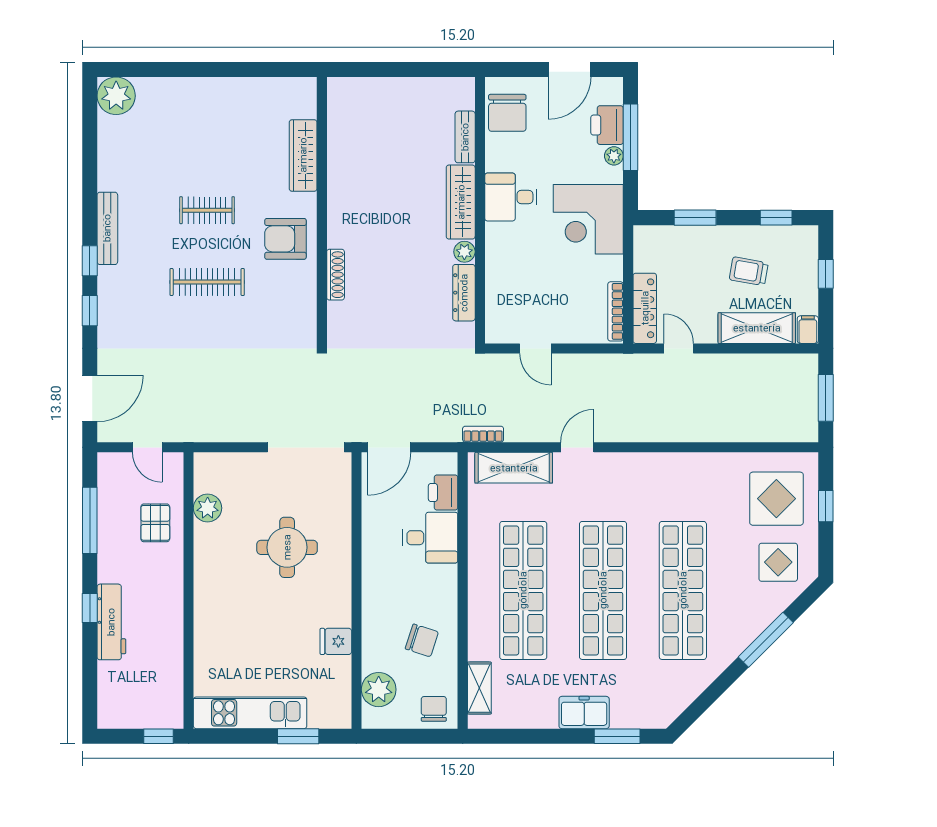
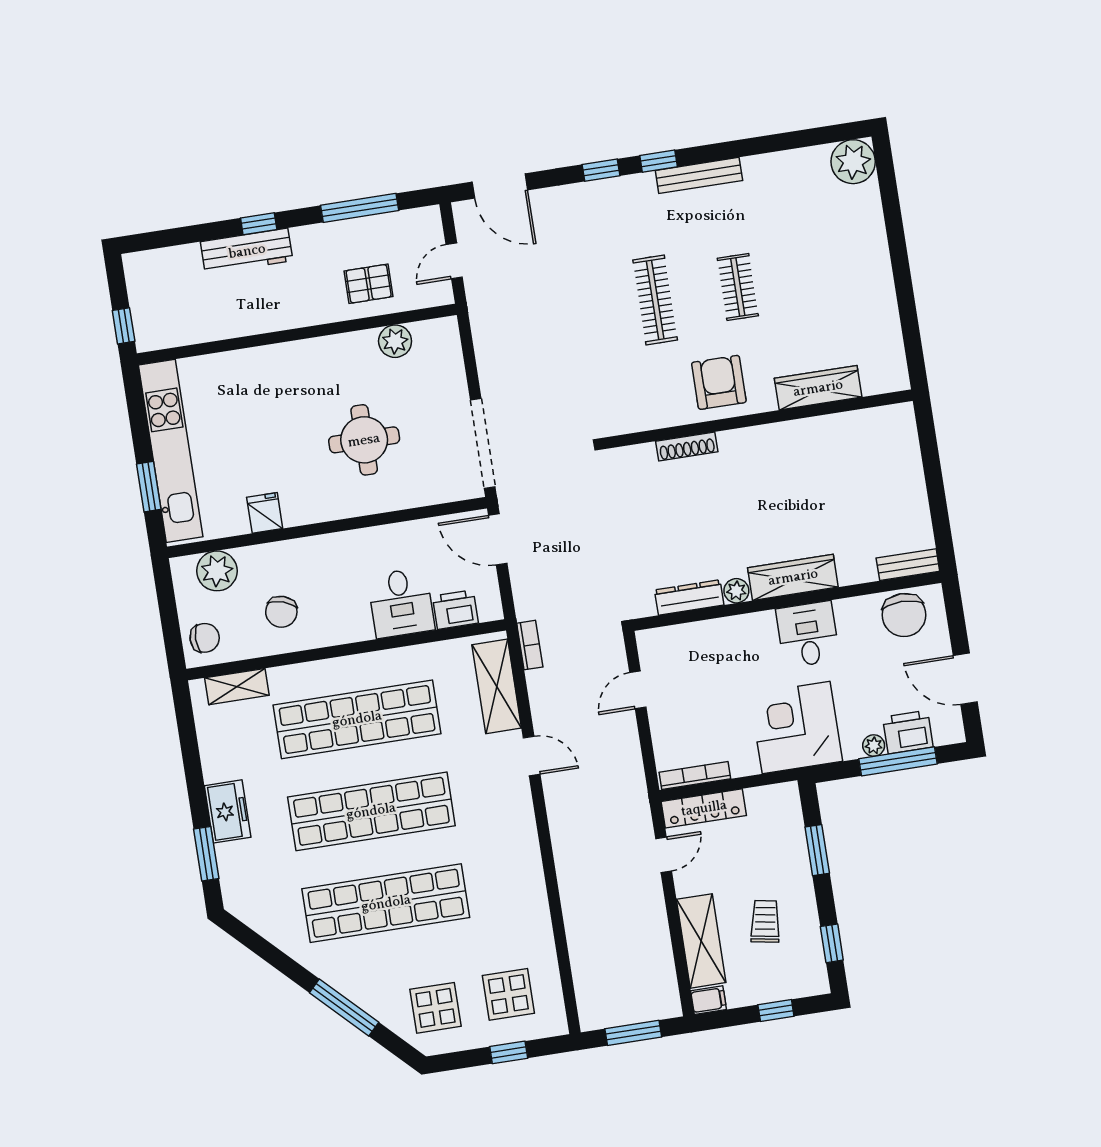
chair: (507, 113) -> (904, 615), turned -90
bench: (465, 137) -> (908, 565), moved
display table: (776, 499) -> (508, 994), width x0.73, depth x0.73
kitchen unit: (250, 713) -> (171, 451), width x1.36

